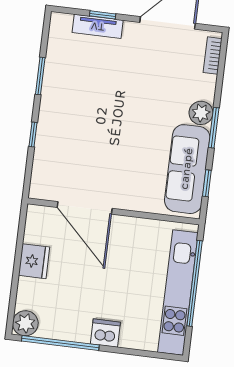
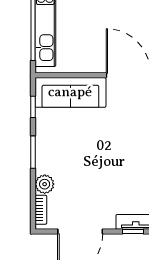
plant: (201, 113) -> (45, 184), moved
sofa: (187, 169) -> (70, 92), moved, turned 90

